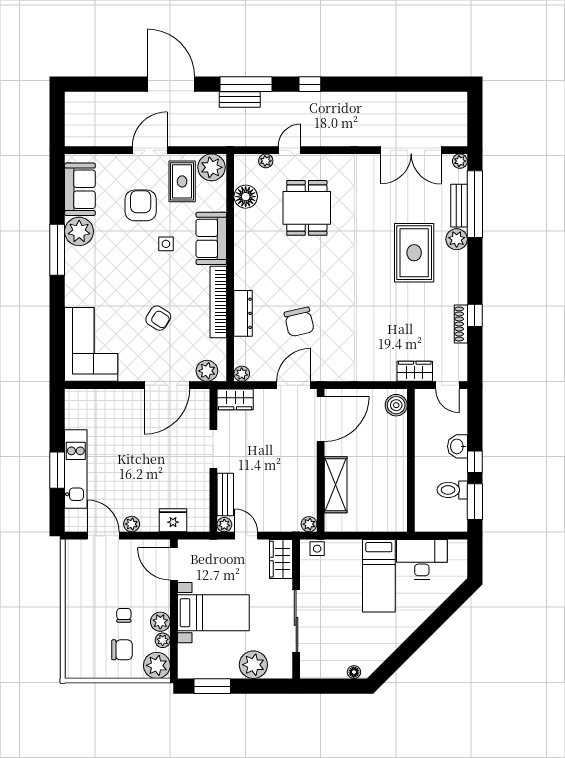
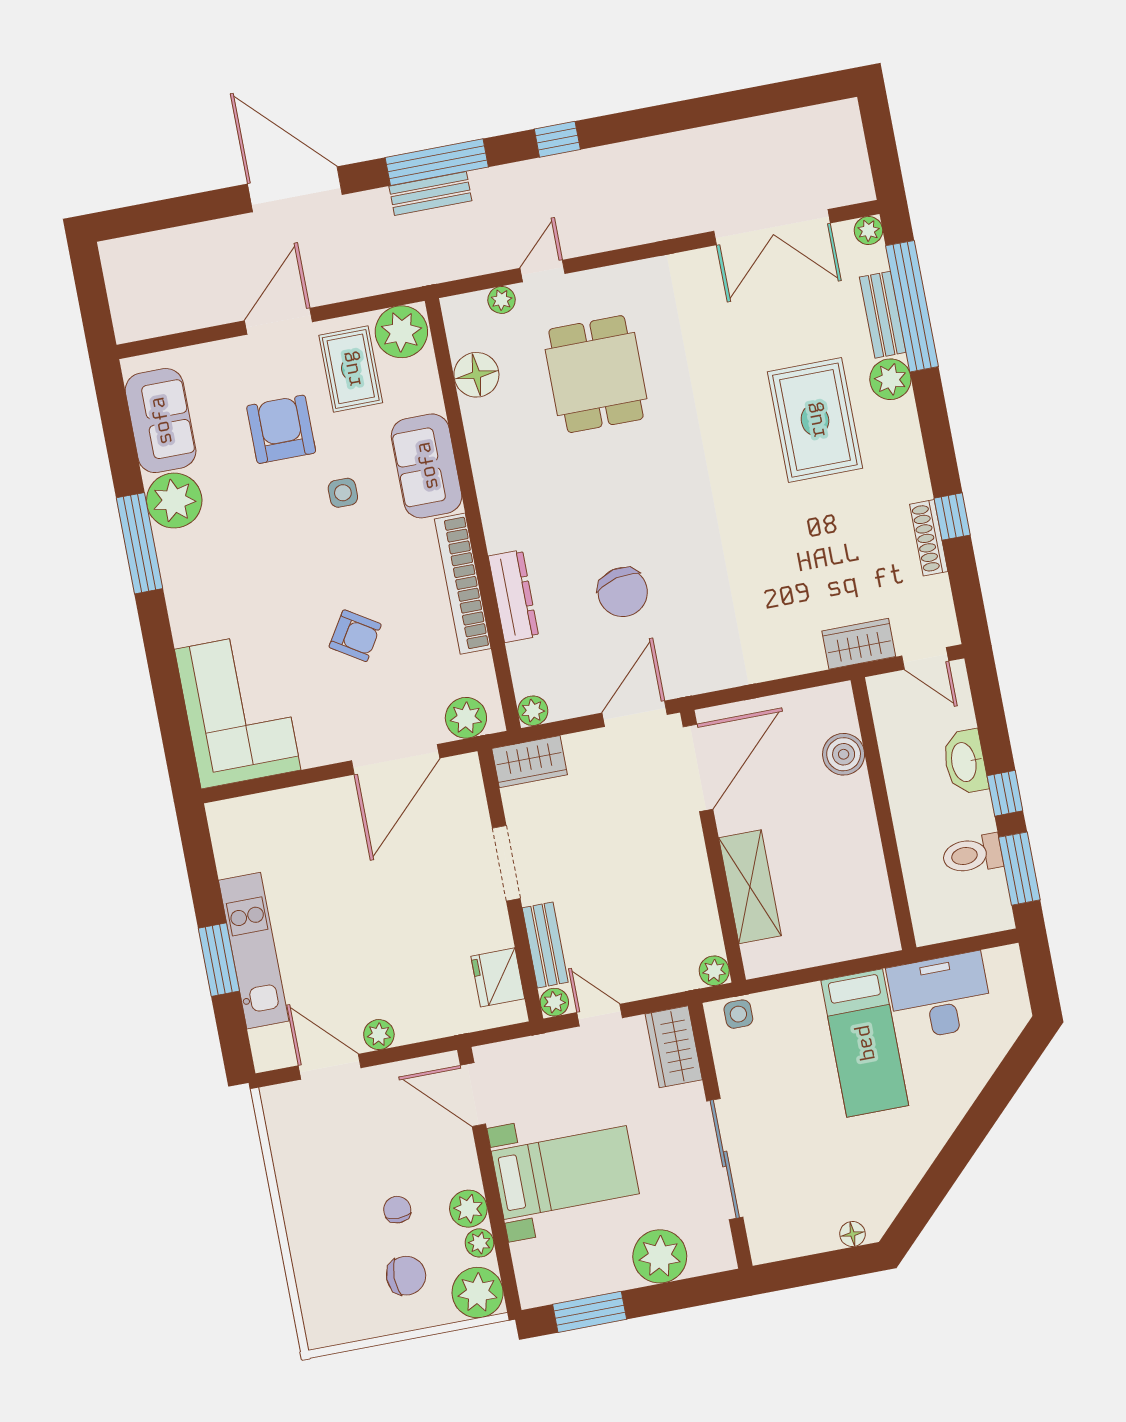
boiler: (396, 405) -> (844, 754), moved
washbasin: (457, 446) -> (965, 762), width x1.38
fridge: (173, 520) -> (498, 977), moved, turned -90

